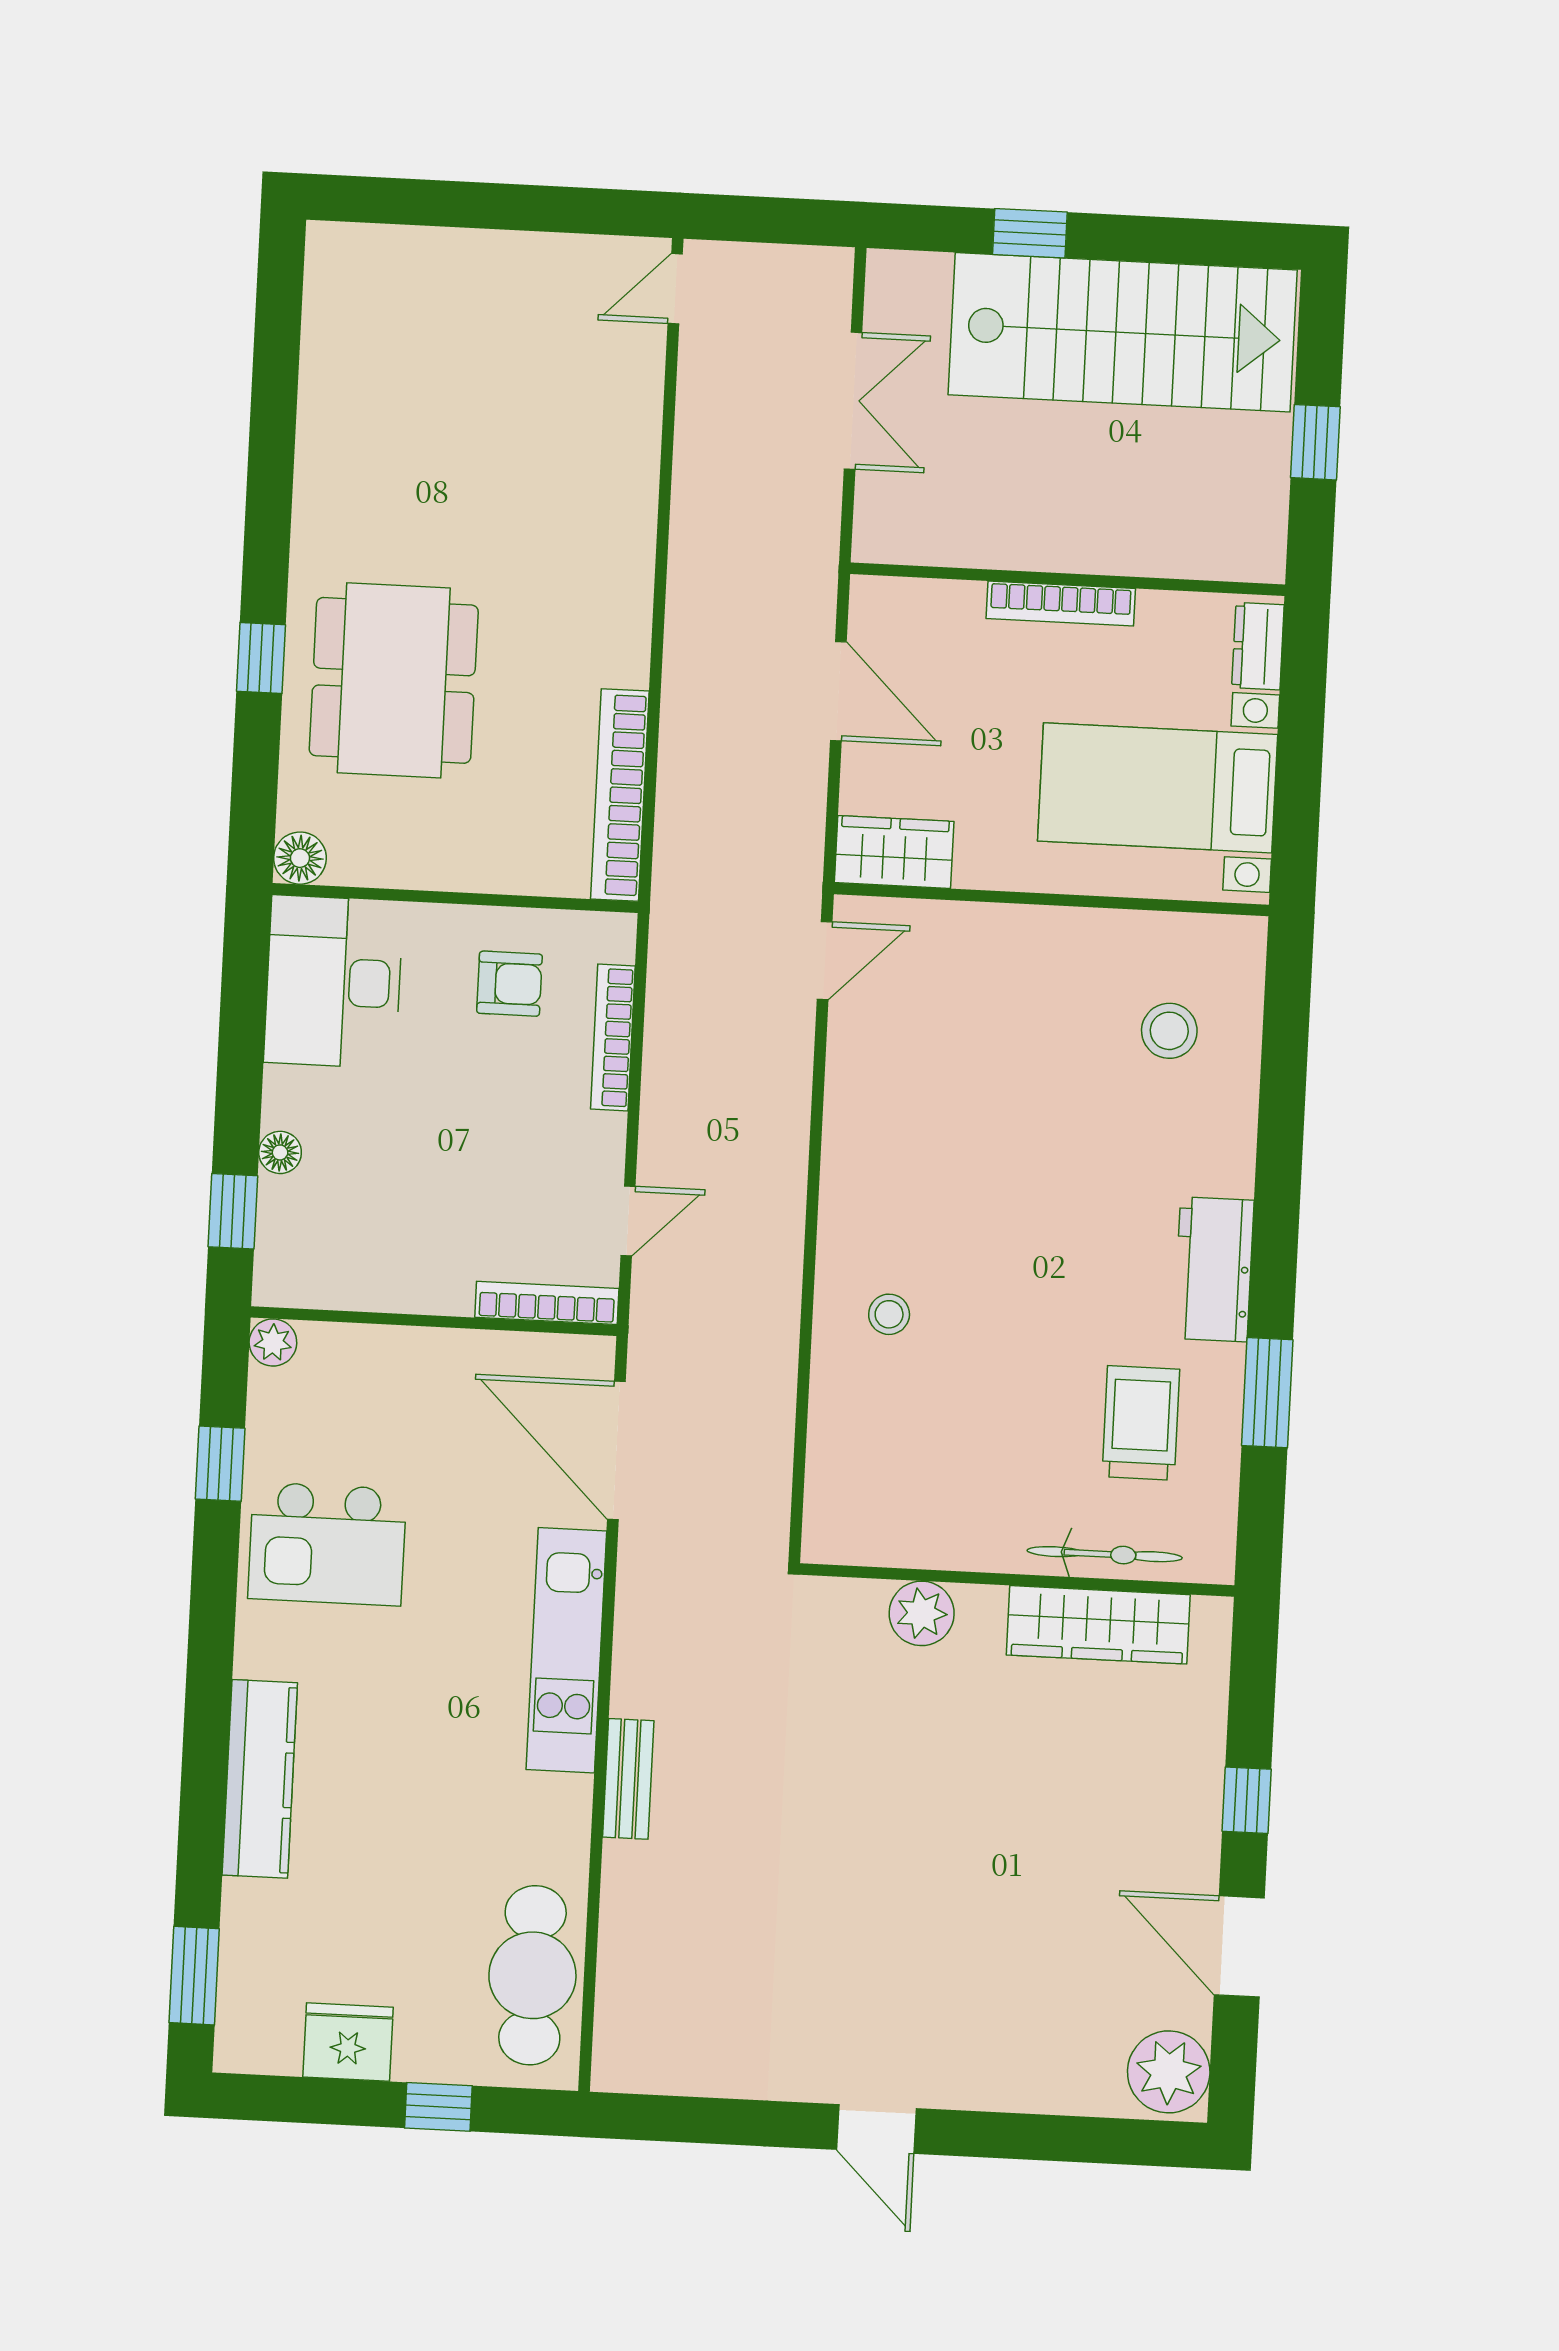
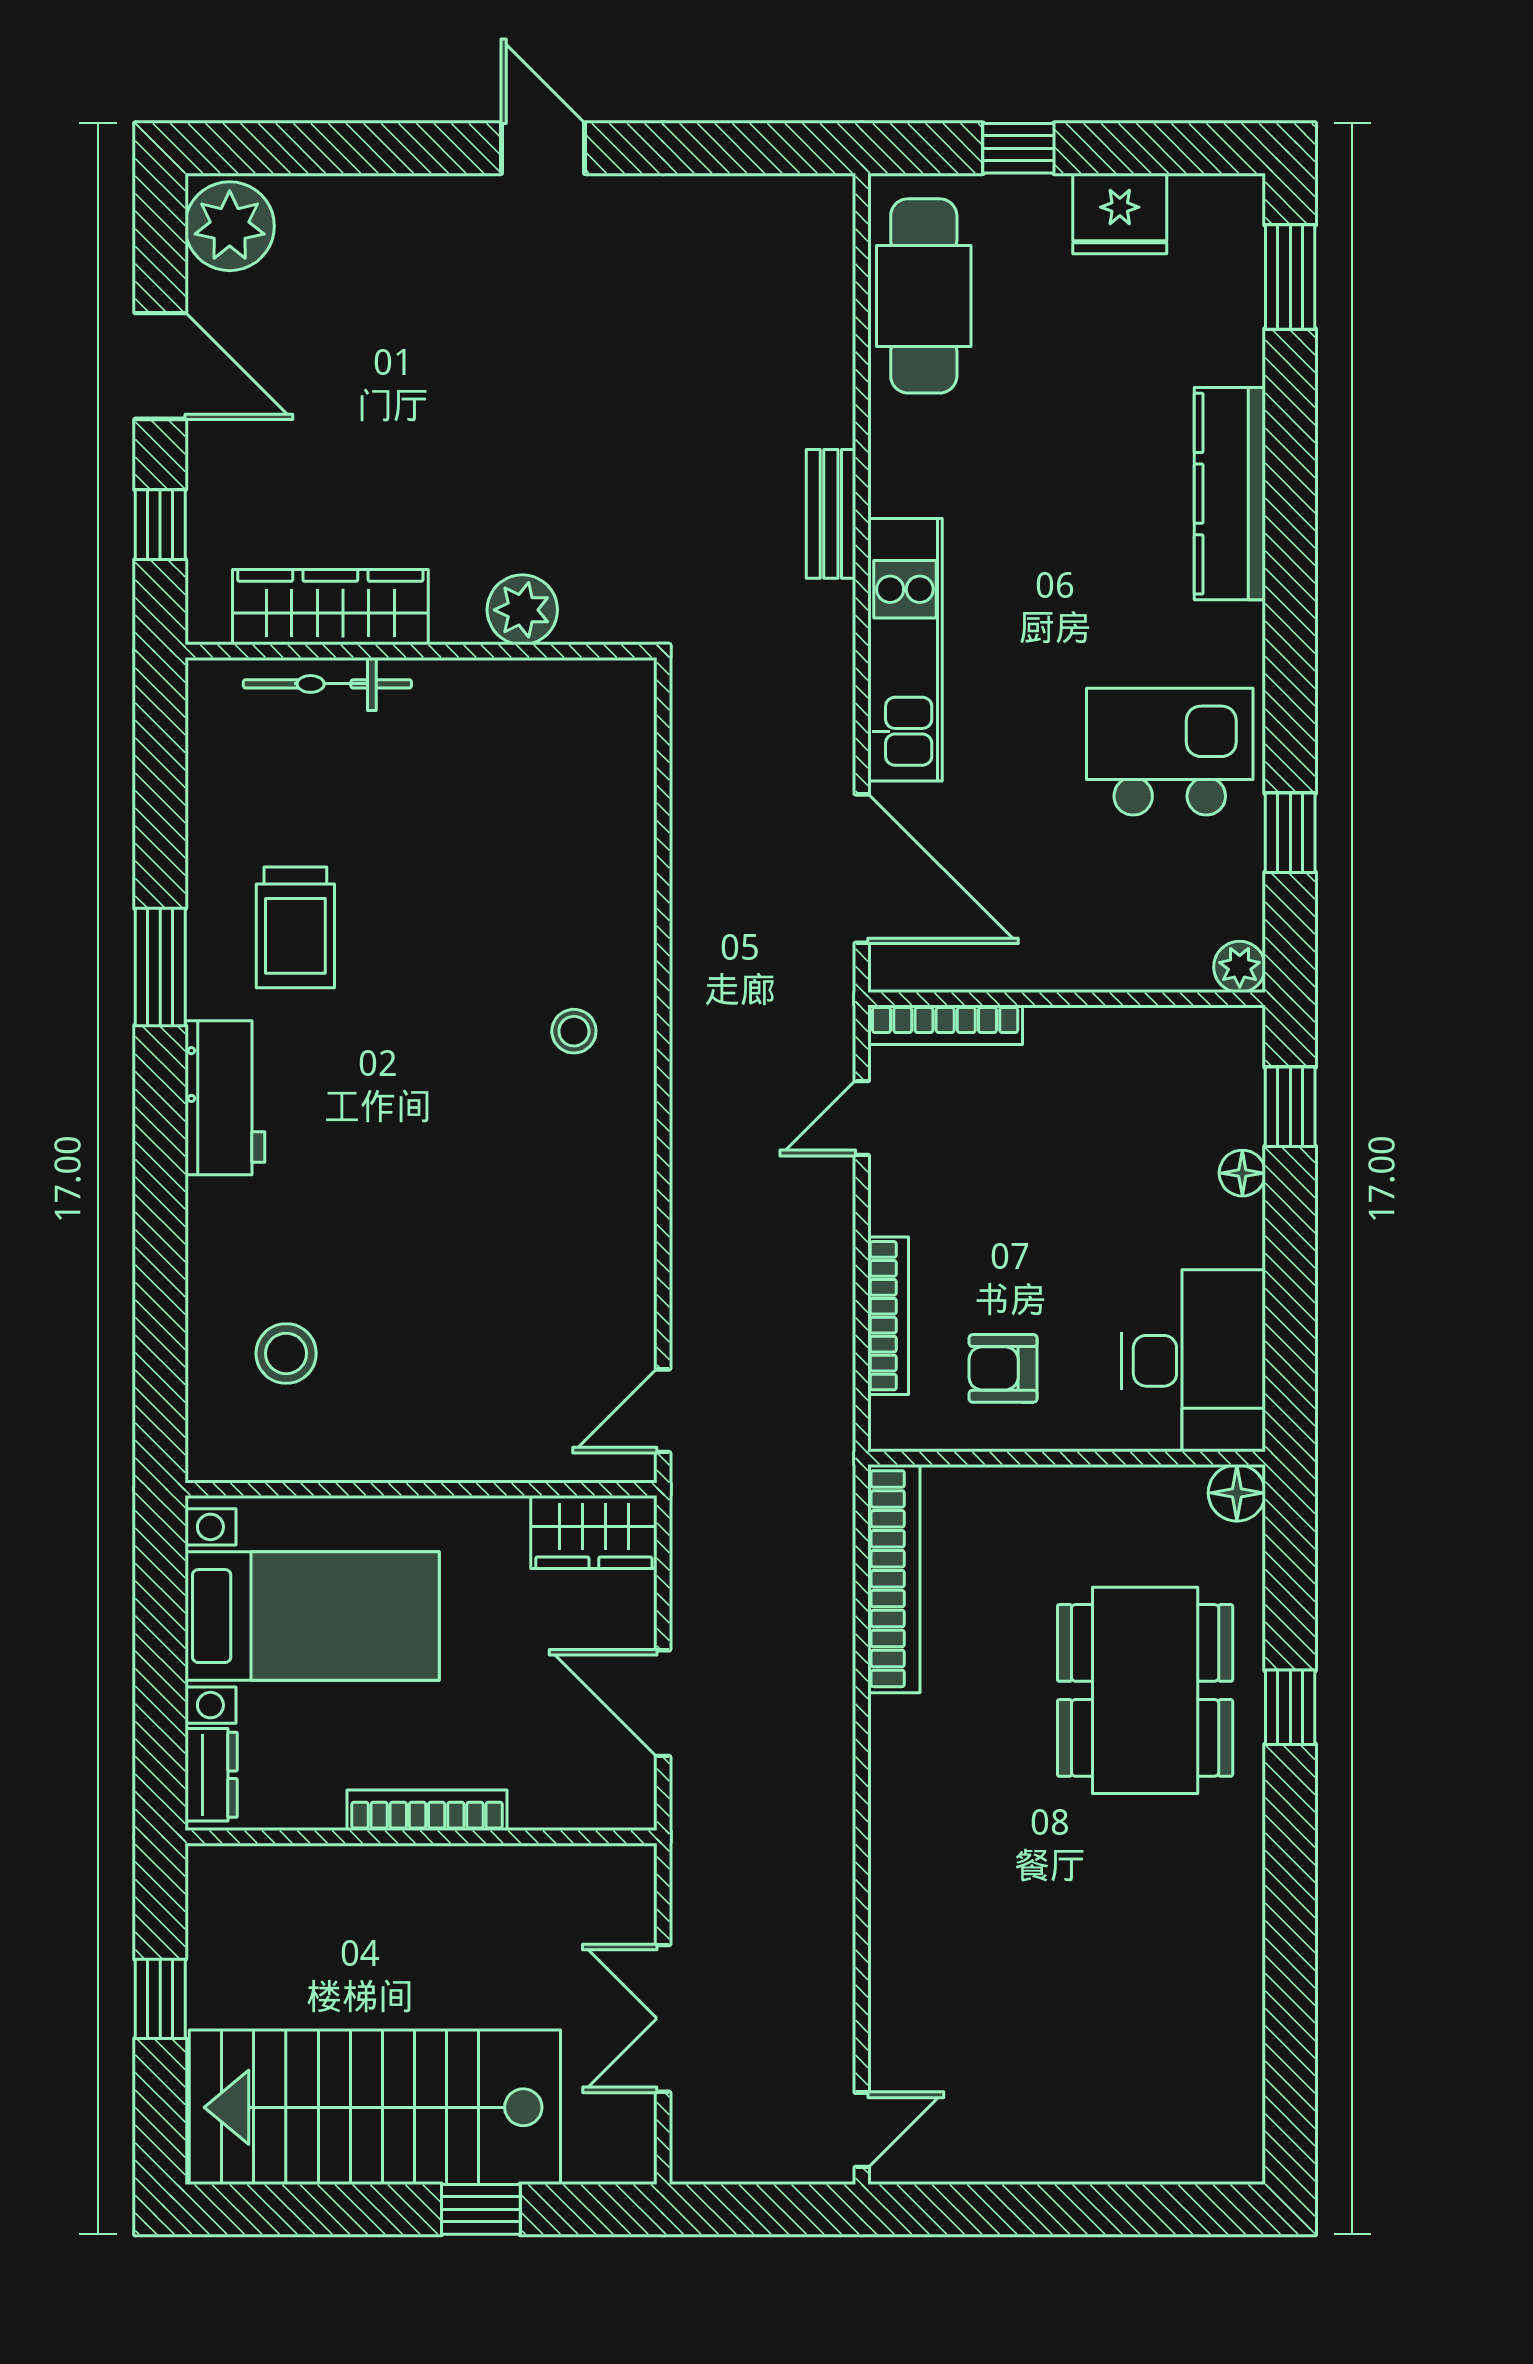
bicycle: (1105, 1554) -> (327, 684), moved
wall: (1017, 1580) -> (421, 651), moved
plant: (922, 1613) -> (522, 610), moved
wardrobe: (1098, 1625) -> (330, 607), moved

